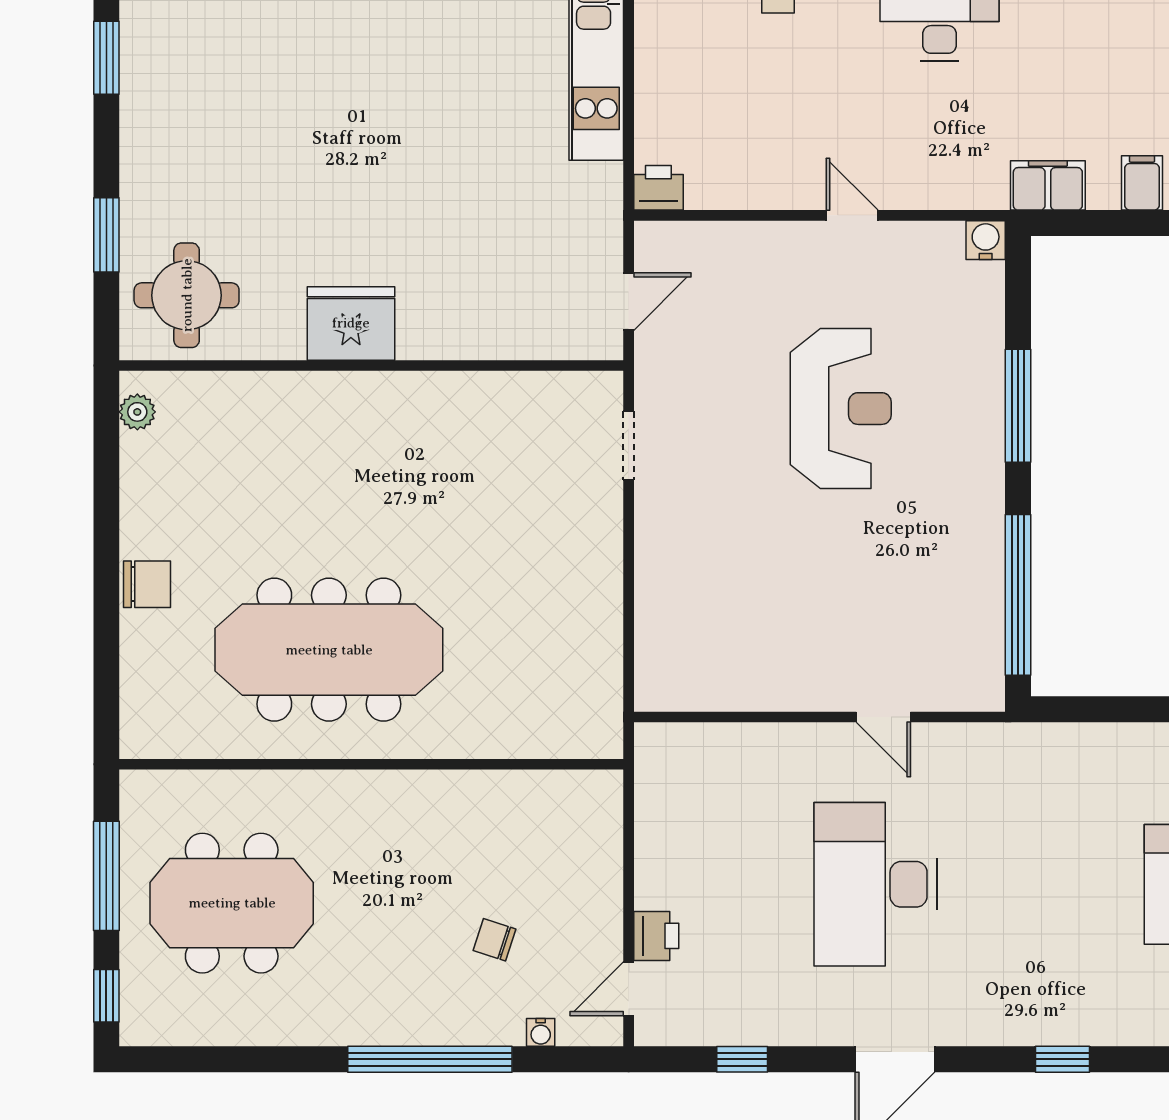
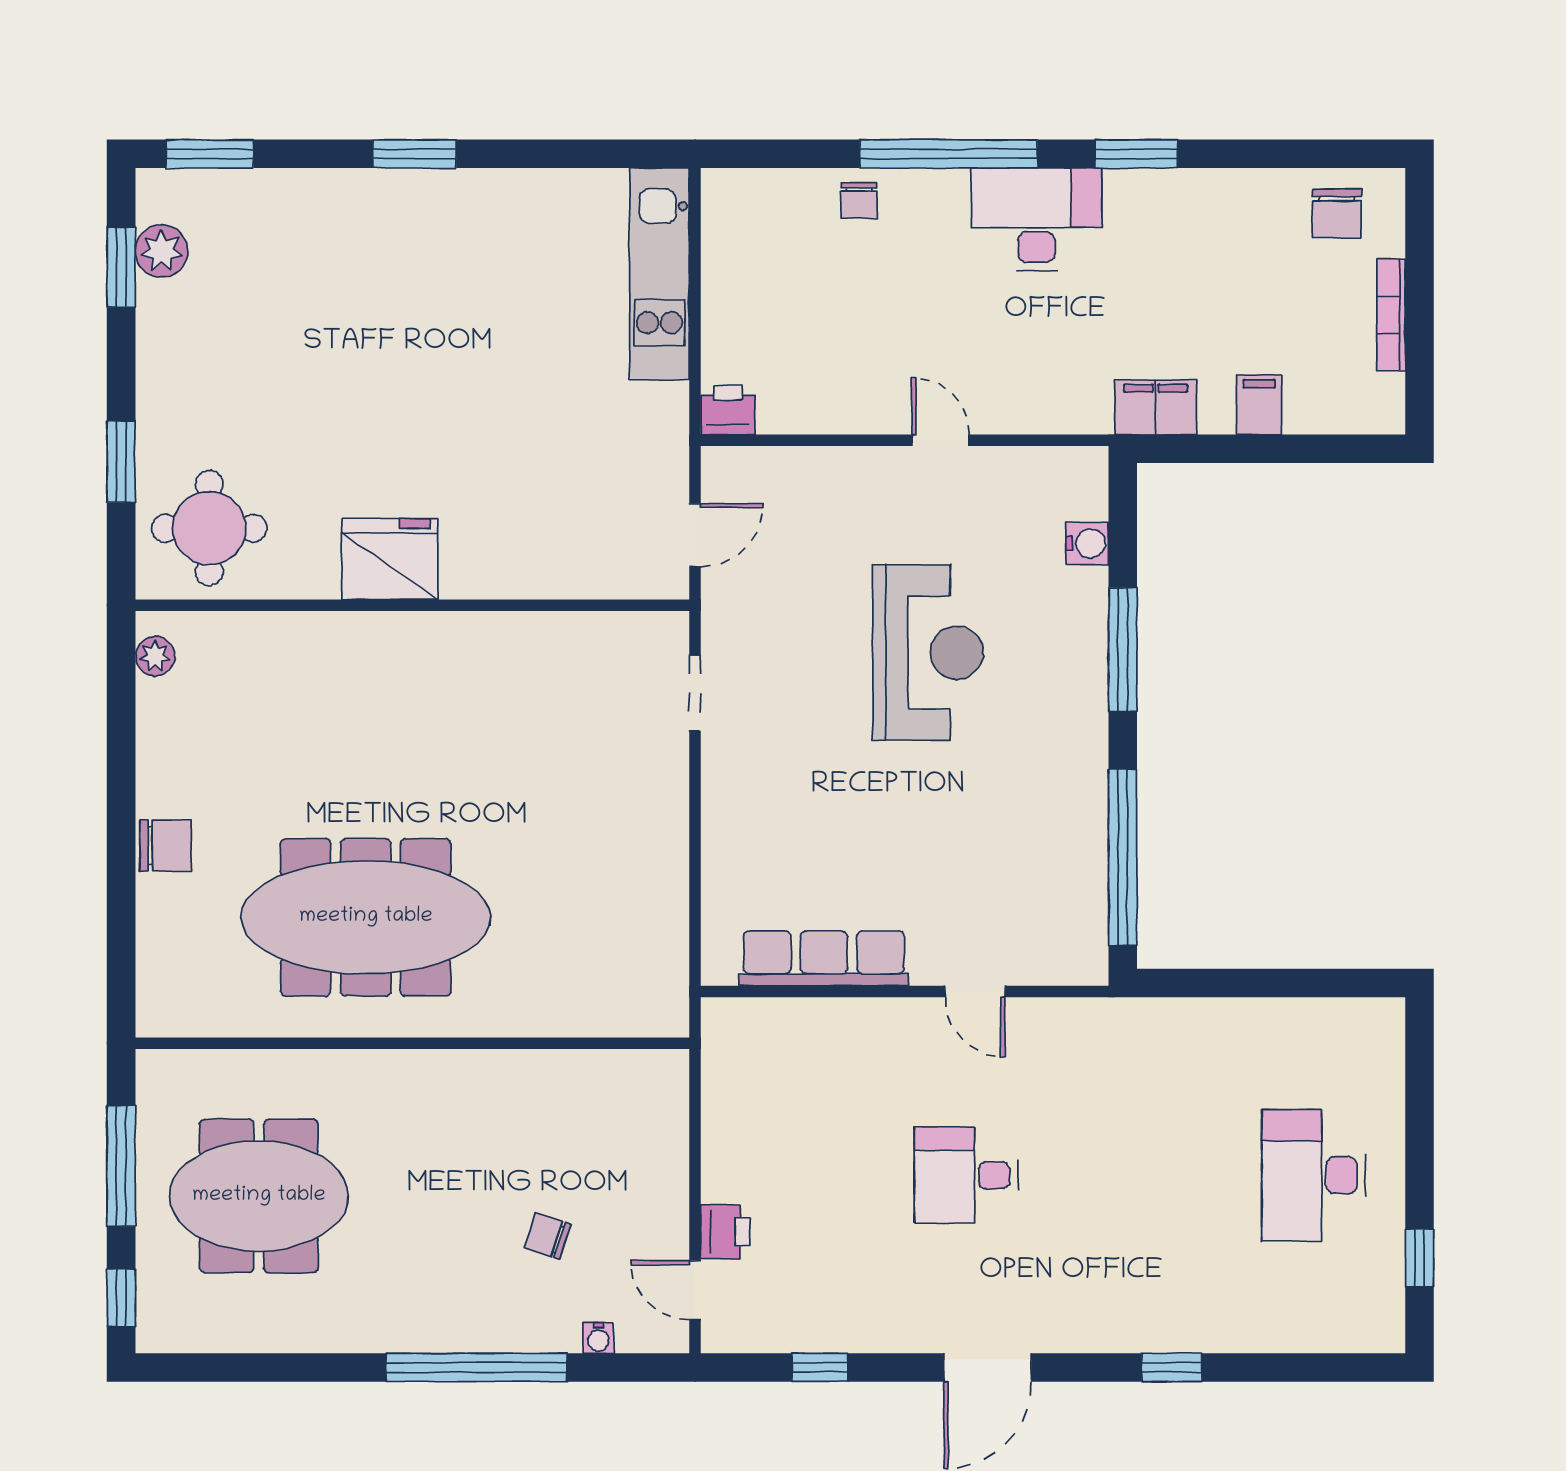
plant: (143, 43) -> (162, 251), added
water cooler: (986, 240) -> (1087, 543), moved, turned 90
row of seats: (746, 687) -> (824, 958), added
desk: (875, 884) -> (966, 1175), width x0.53, depth x0.77
door: (629, 989) -> (695, 1290), hinge flipped

